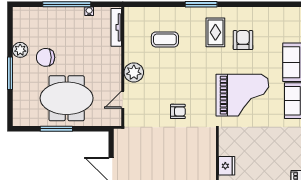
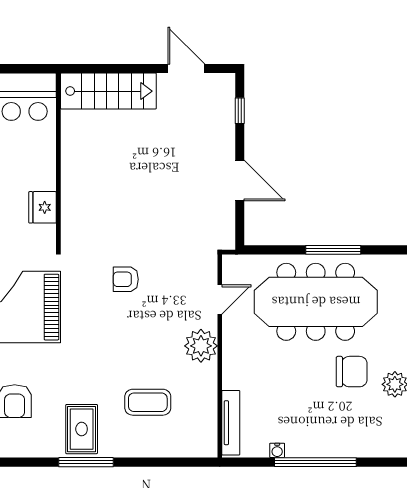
rug: (215, 32) -> (82, 429), moved
meeting table: (67, 98) -> (316, 302), width x1.36
fridge: (227, 166) -> (42, 207), moved

